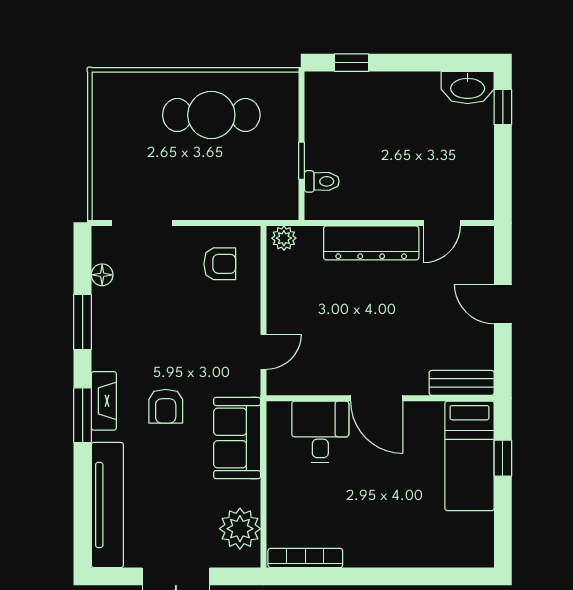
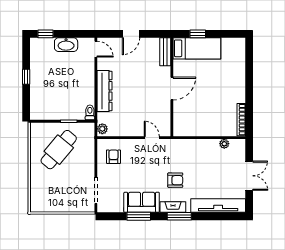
window: (352, 63) -> (26, 77), moved
washbasin: (468, 87) -> (66, 45), moved, turned 90
cafe table: (211, 115) -> (59, 150), moved, turned 40
toilet: (322, 181) -> (90, 112), moved
door: (442, 223) -> (96, 49), moved
floor lamp: (102, 275) -> (118, 208), removed
desk: (320, 432) -> (186, 113), removed
sofa: (237, 438) -> (142, 202), moved, turned 180
plant: (240, 529) -> (224, 144), width x0.53, depth x0.53

